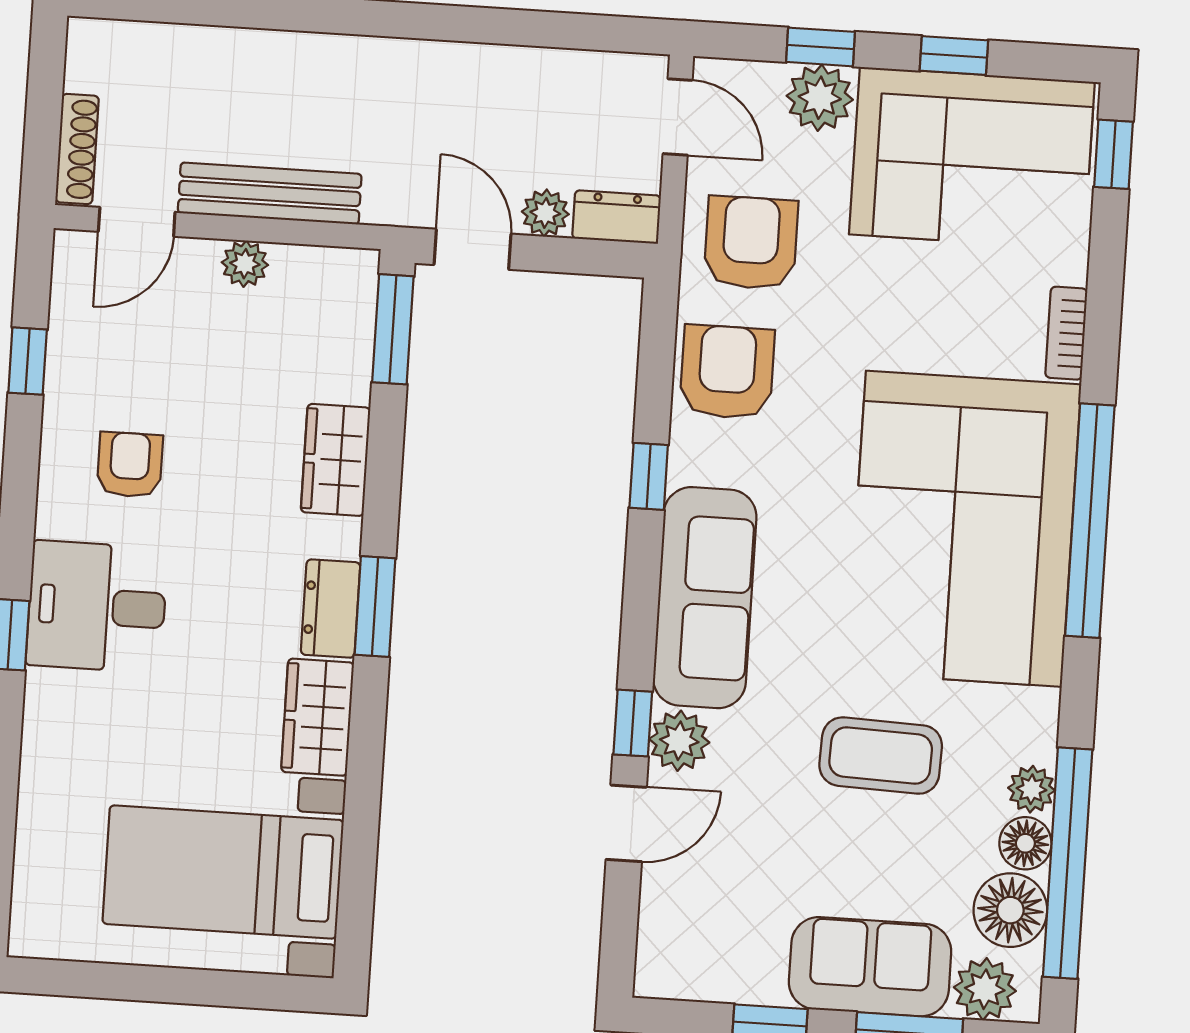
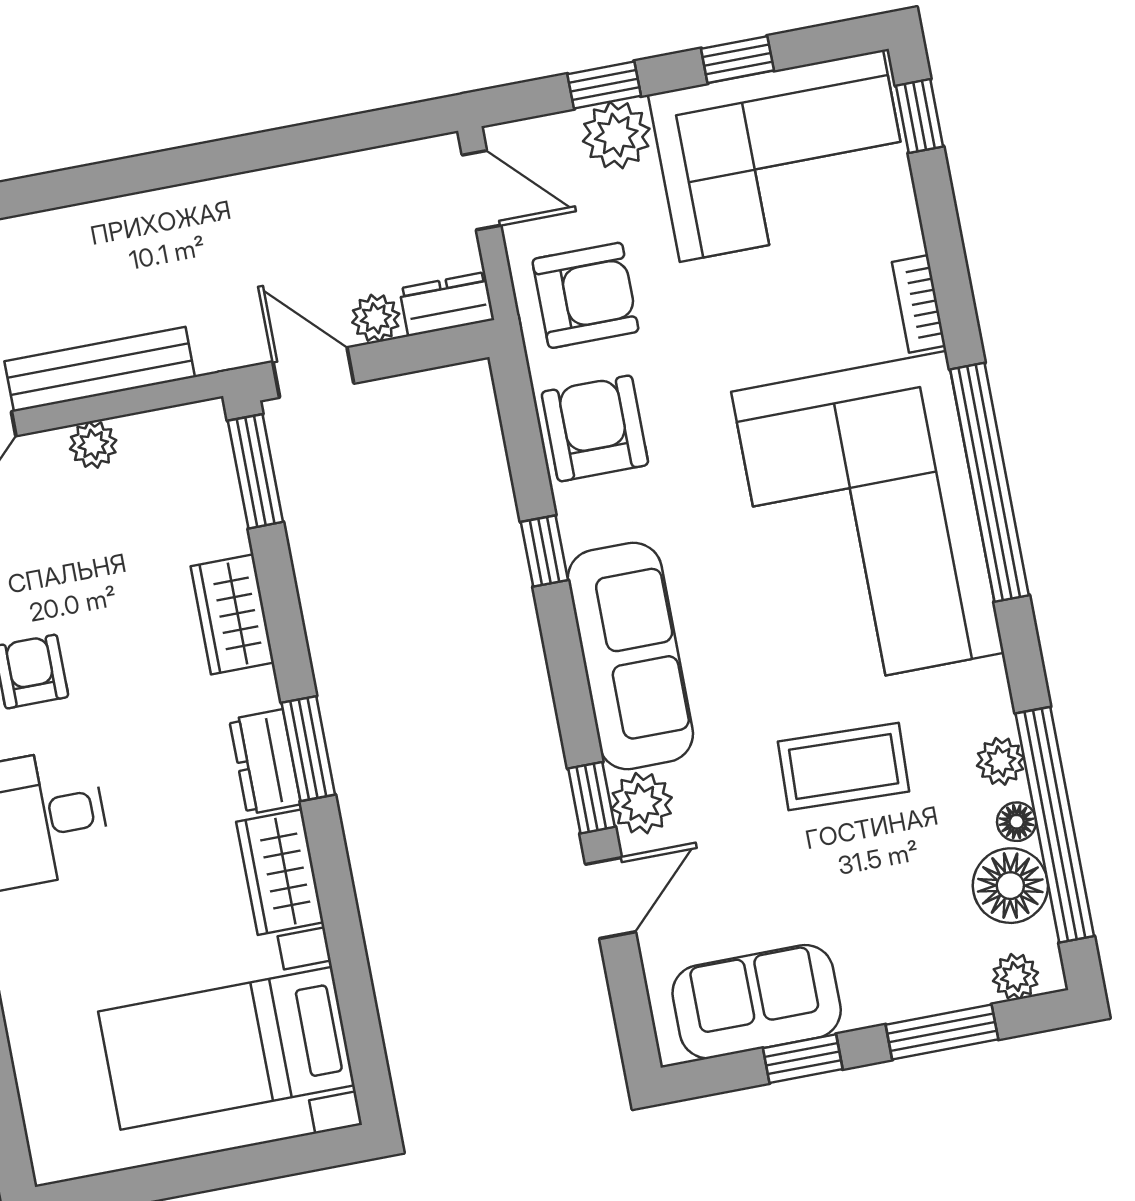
armchair: (751, 243) -> (585, 295), turned 90
floor lamp: (1025, 843) -> (1017, 822), width x0.73, depth x0.73
sofa: (870, 967) -> (757, 1002), moved
plant: (985, 989) -> (1016, 977), width x0.73, depth x0.73

